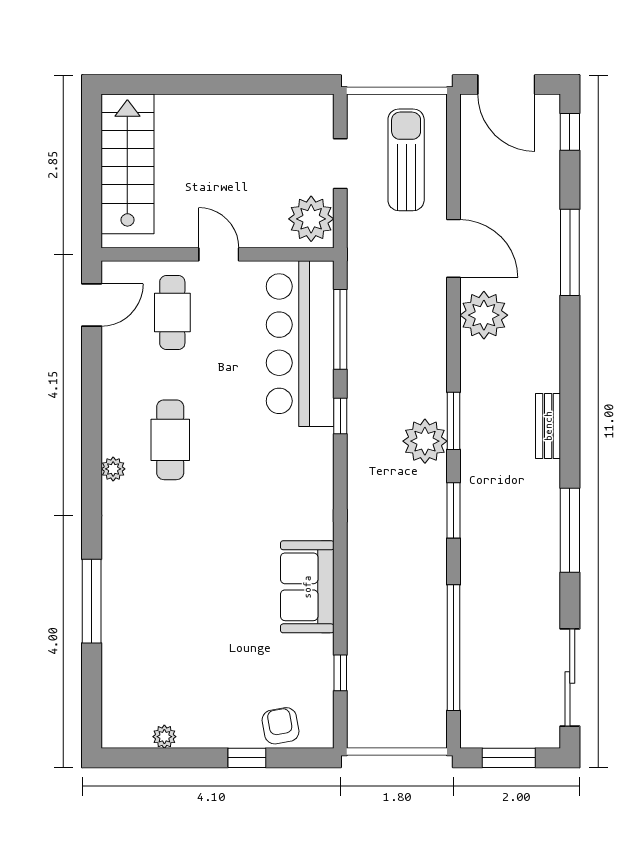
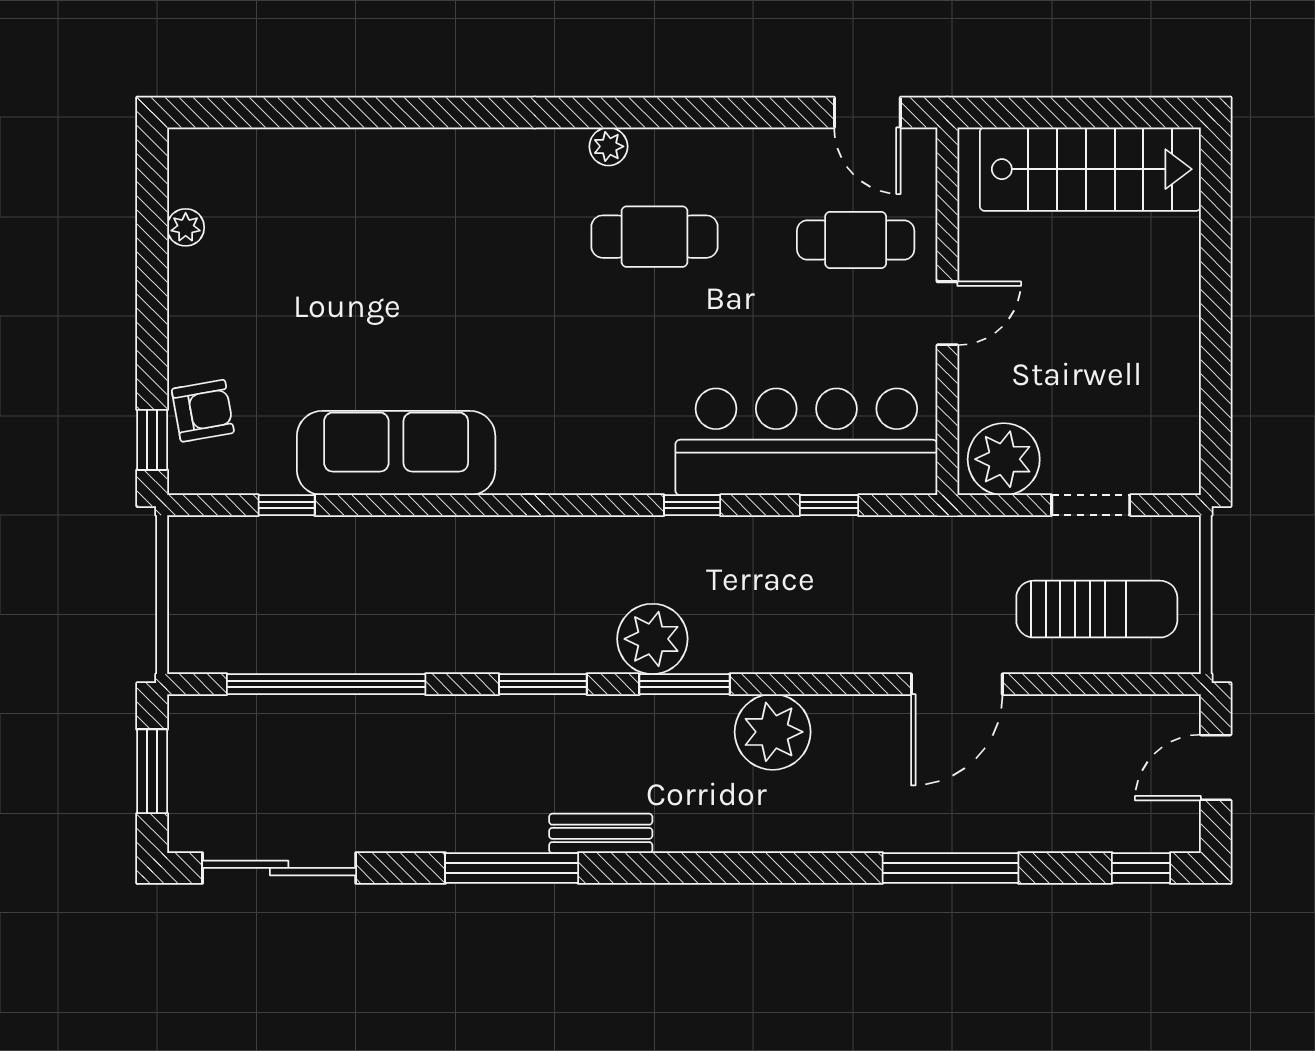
door: (506, 85) -> (1216, 767), width x0.73
plant: (484, 315) -> (773, 732), moved
window: (340, 329) -> (829, 505), width x0.46
bench: (548, 426) -> (601, 833), moved
sofa: (307, 587) -> (396, 453), width x1.36
window: (92, 601) -> (400, 113), removed
window: (247, 758) -> (152, 440), moved

